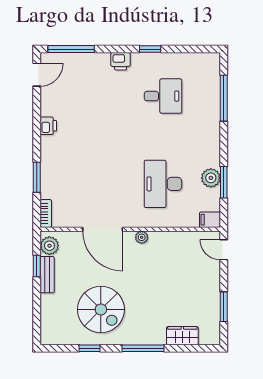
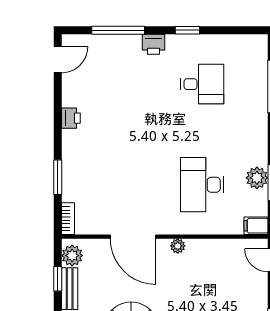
window: (71, 49) -> (118, 30), moved

